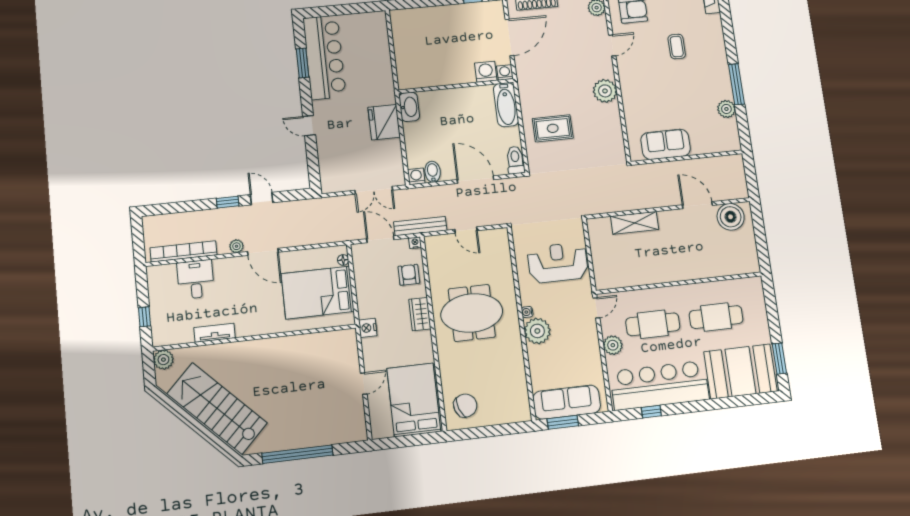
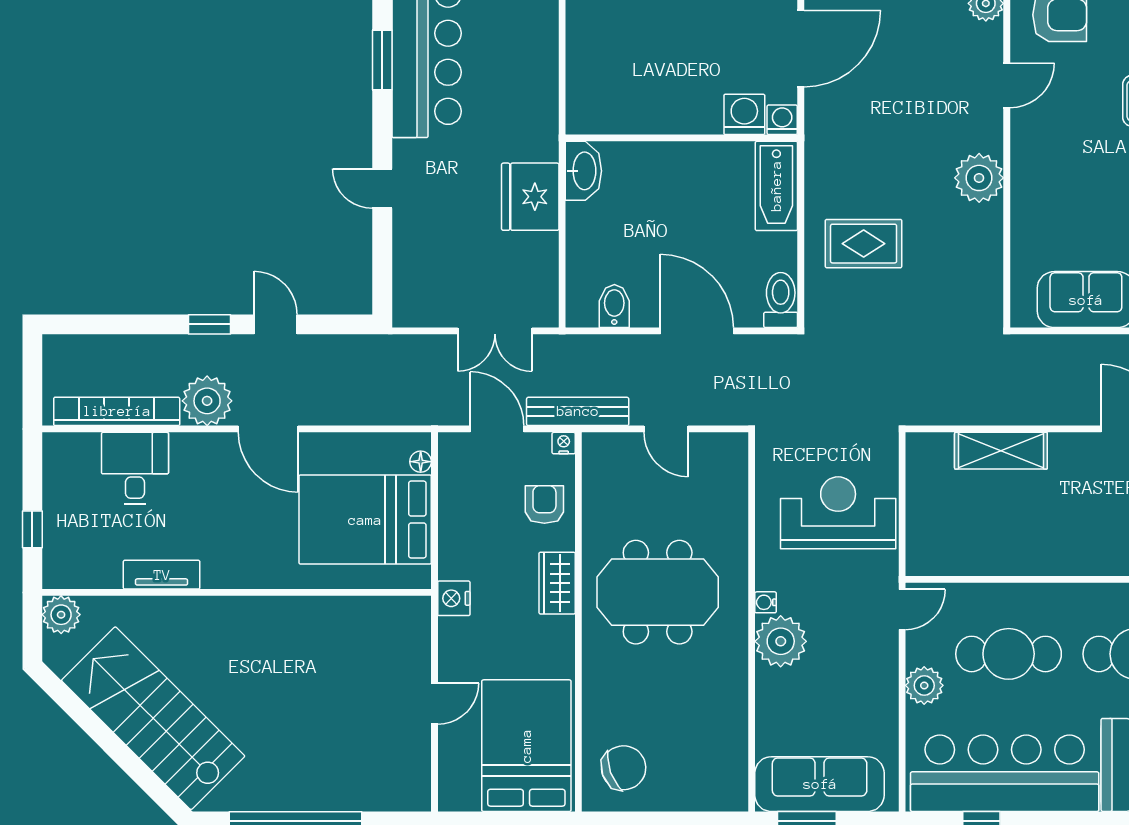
washing machine: (416, 176) -> (581, 312), removed
plant: (236, 246) -> (207, 401), width x1.88, depth x1.88

